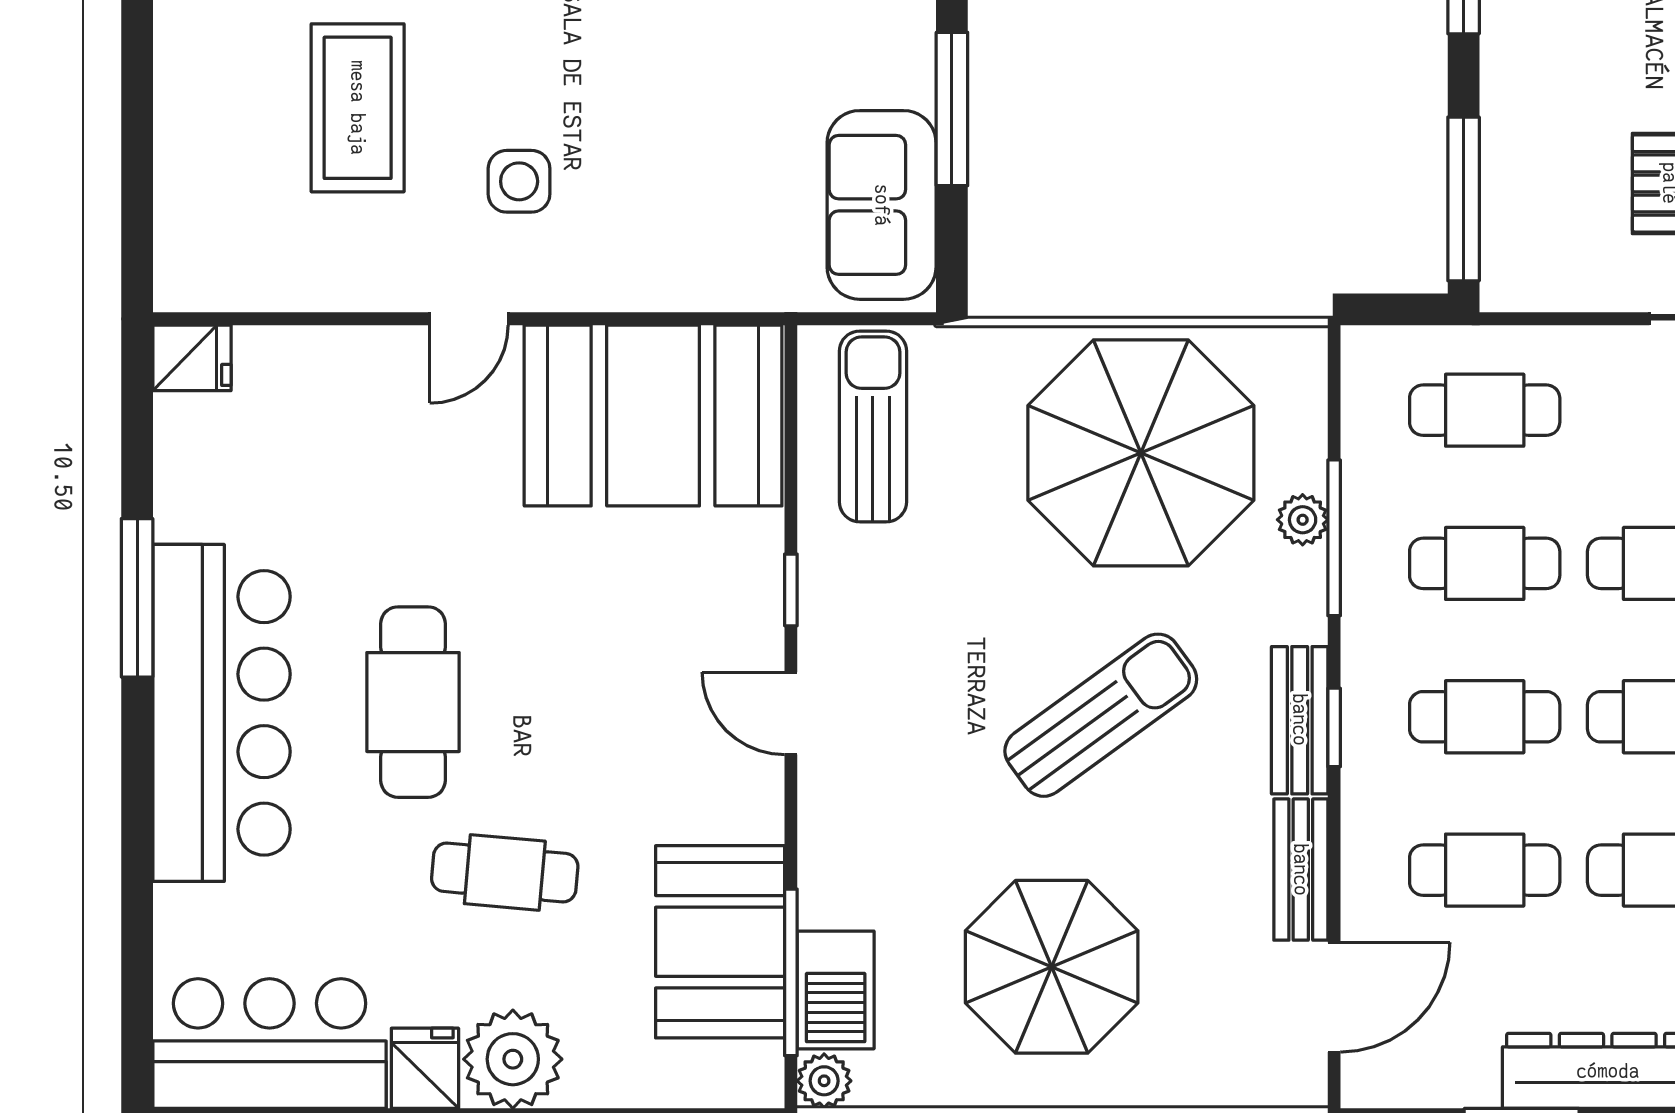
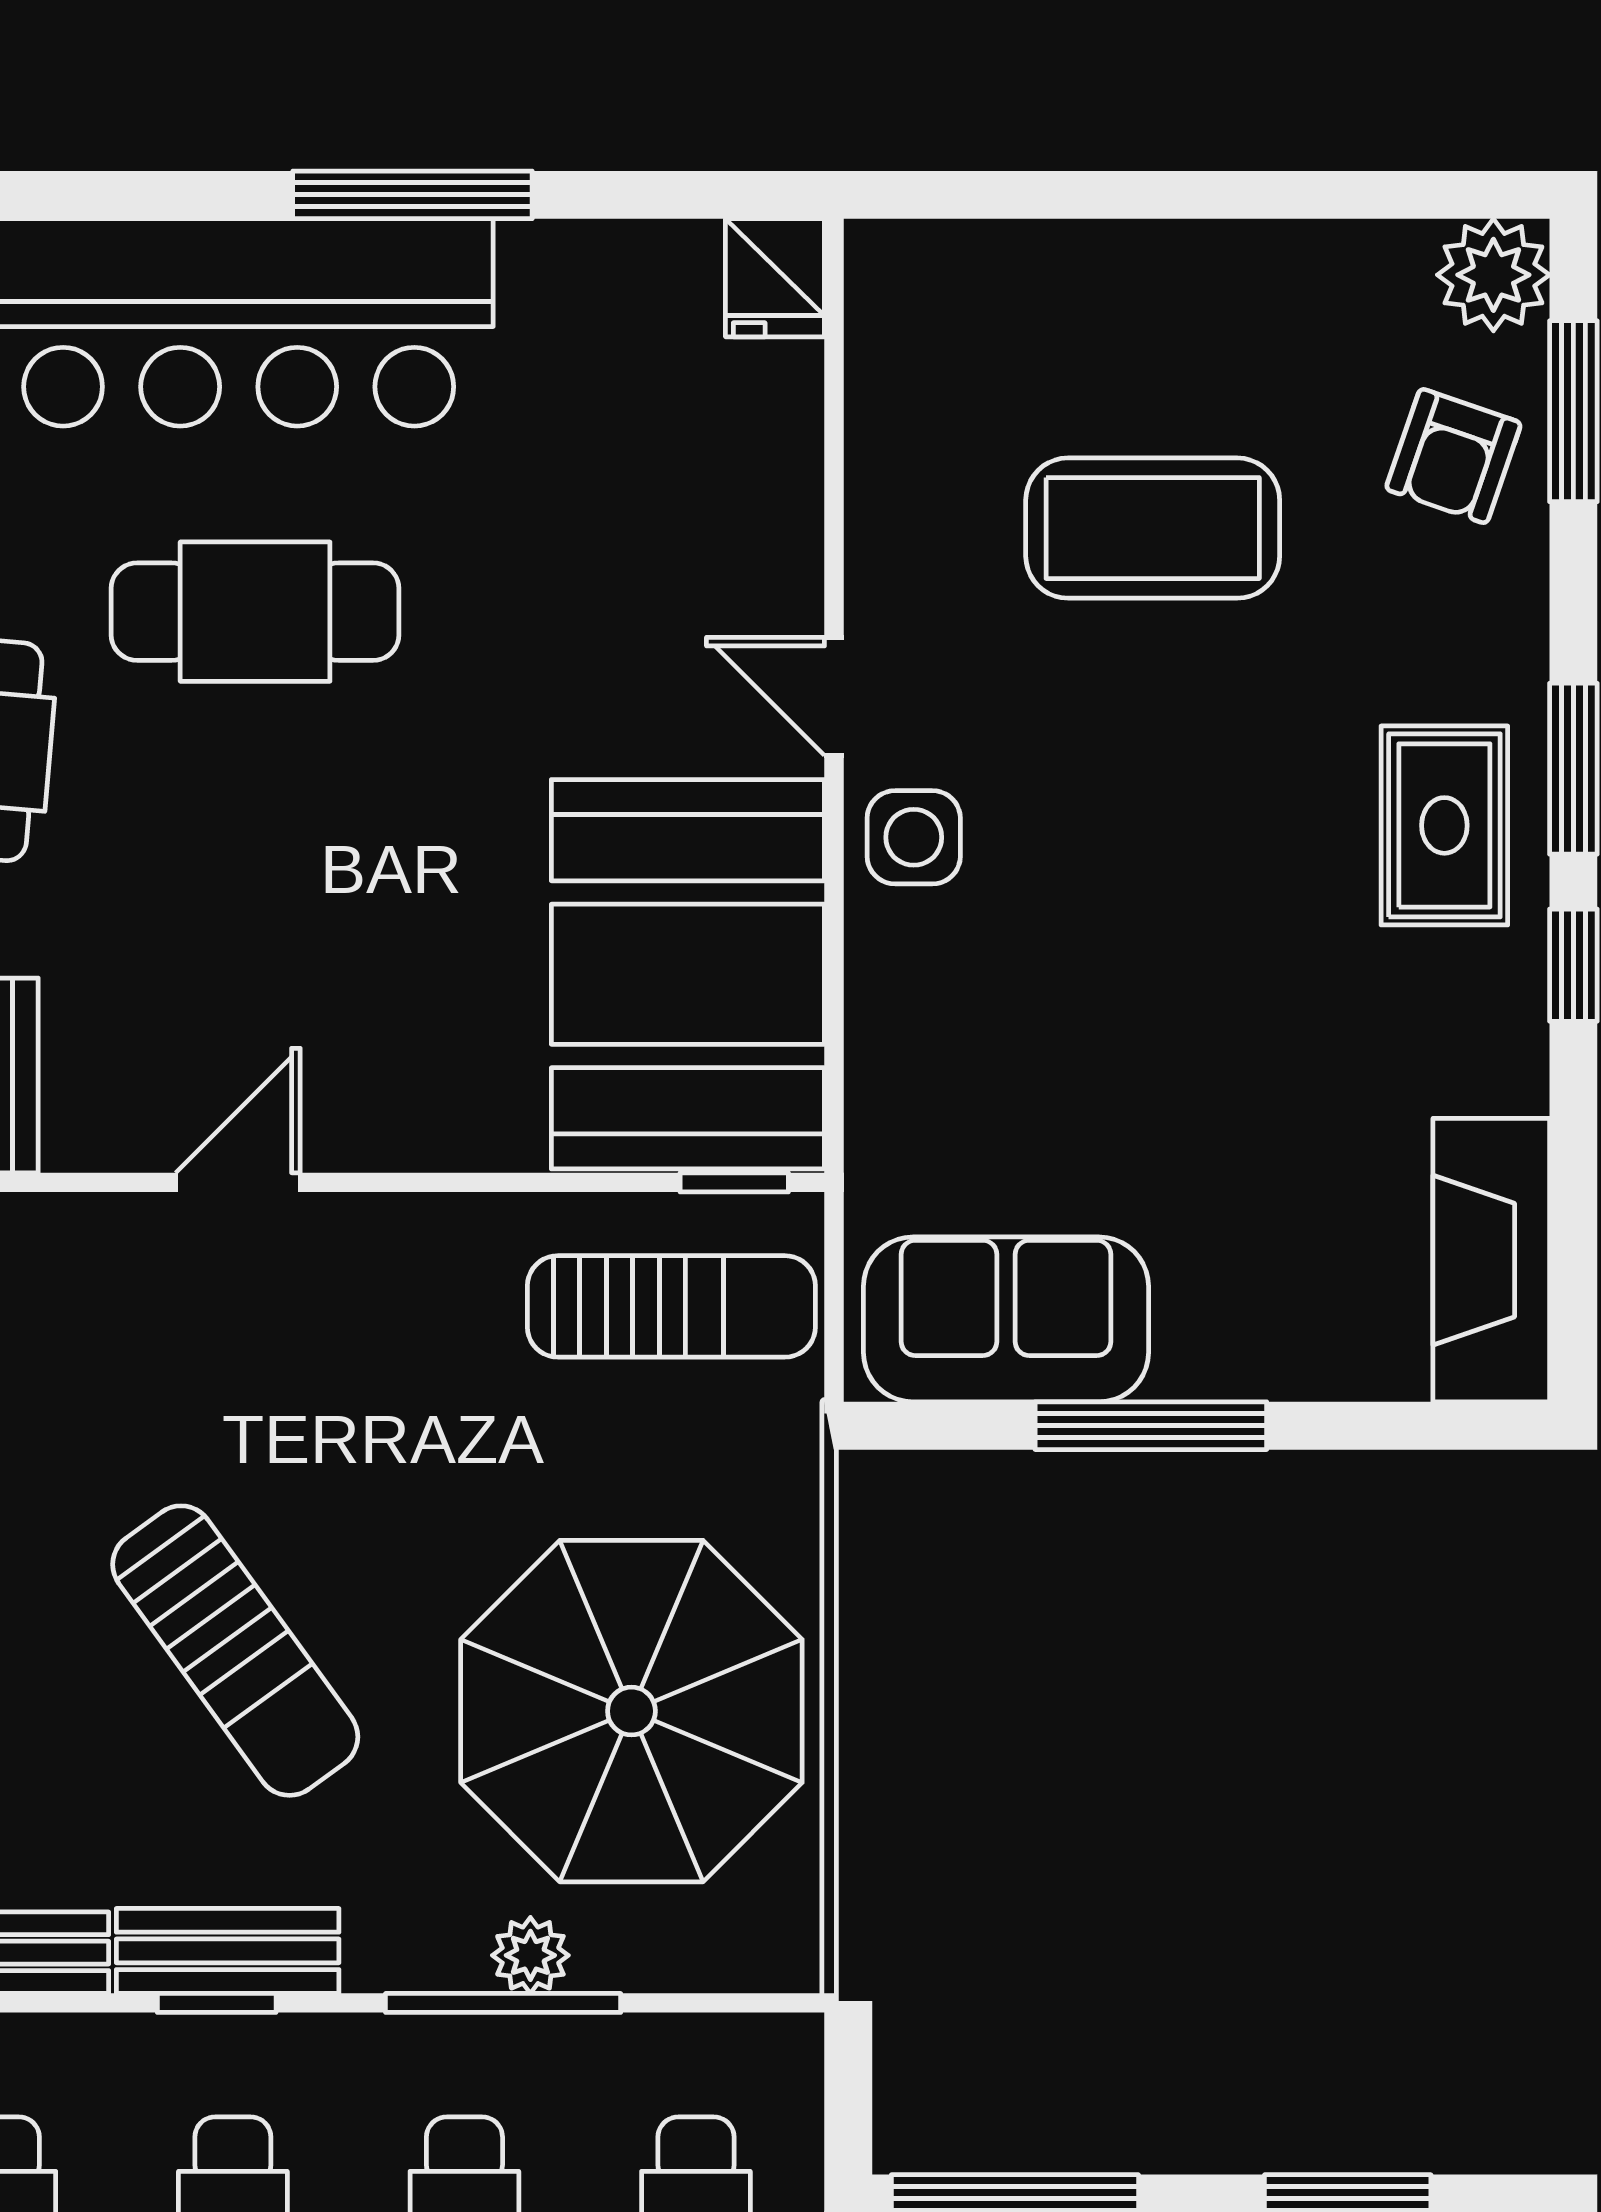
side table: (519, 181) -> (914, 837), moved
window: (791, 590) -> (734, 1182), moved

